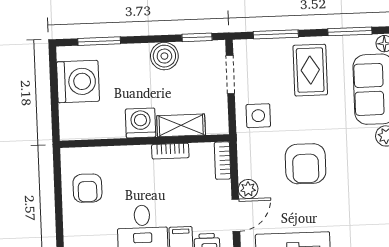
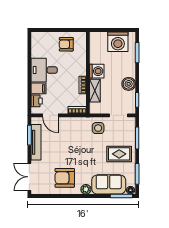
armchair: (306, 164) -> (65, 178), moved
plant: (248, 189) -> (63, 122), removed

